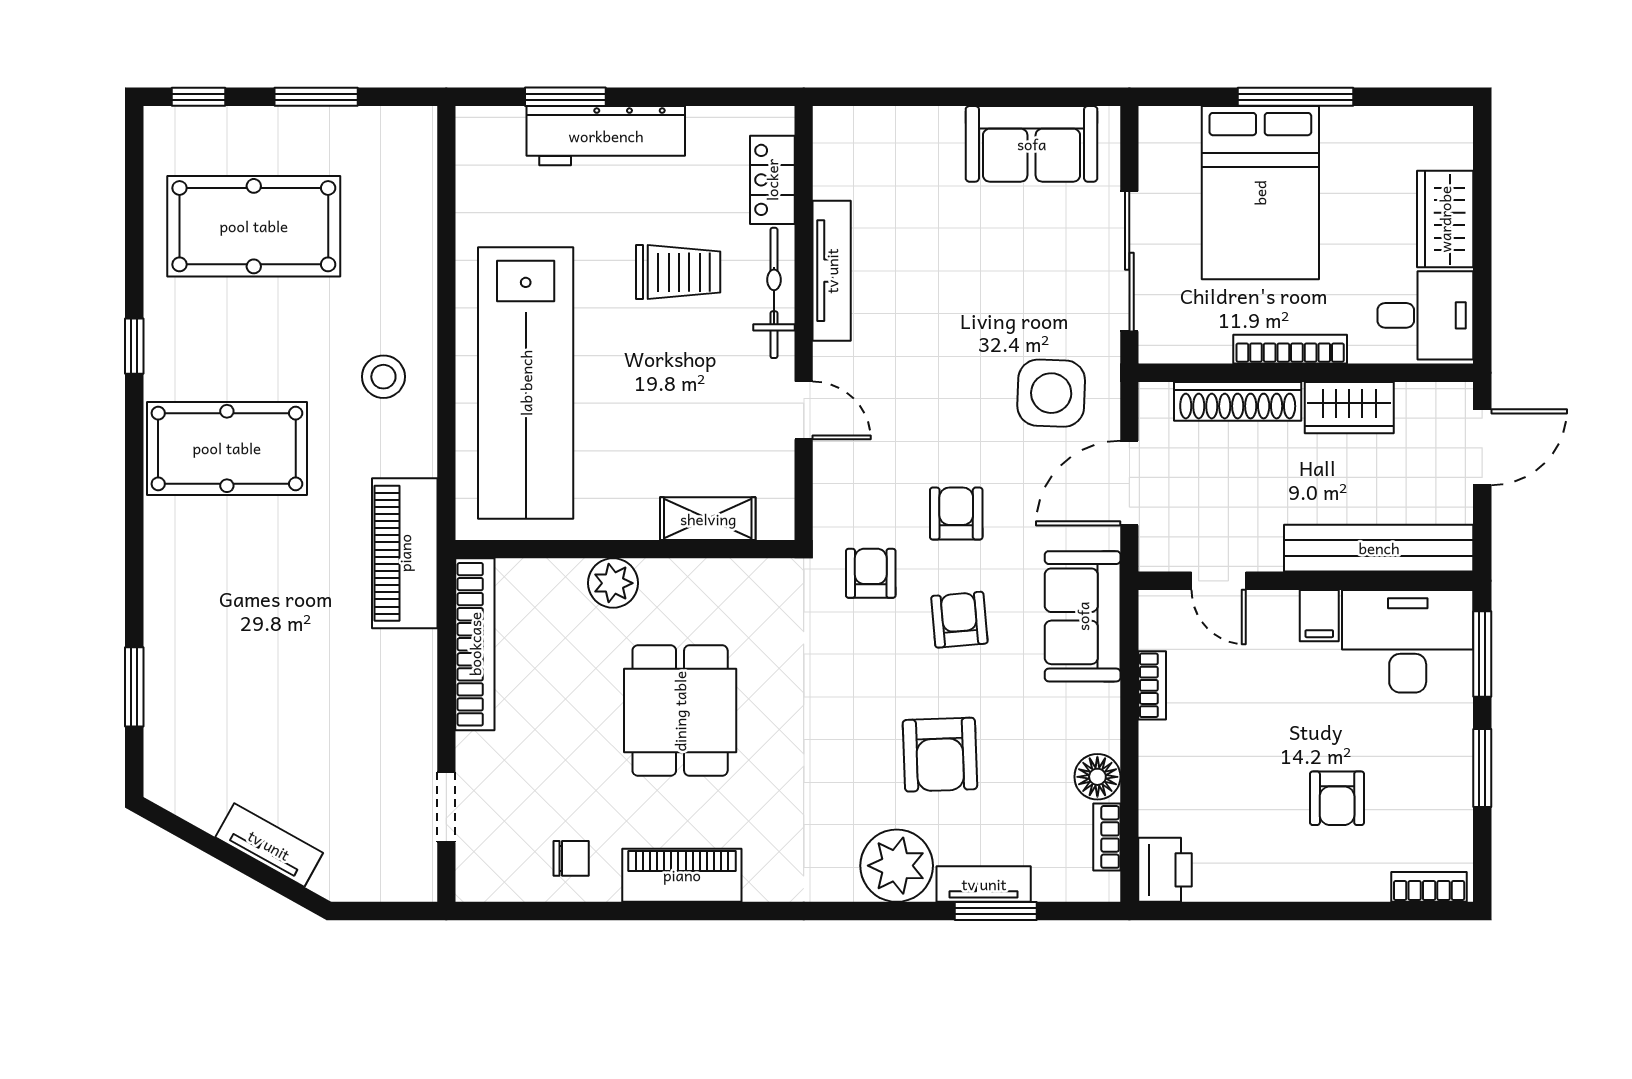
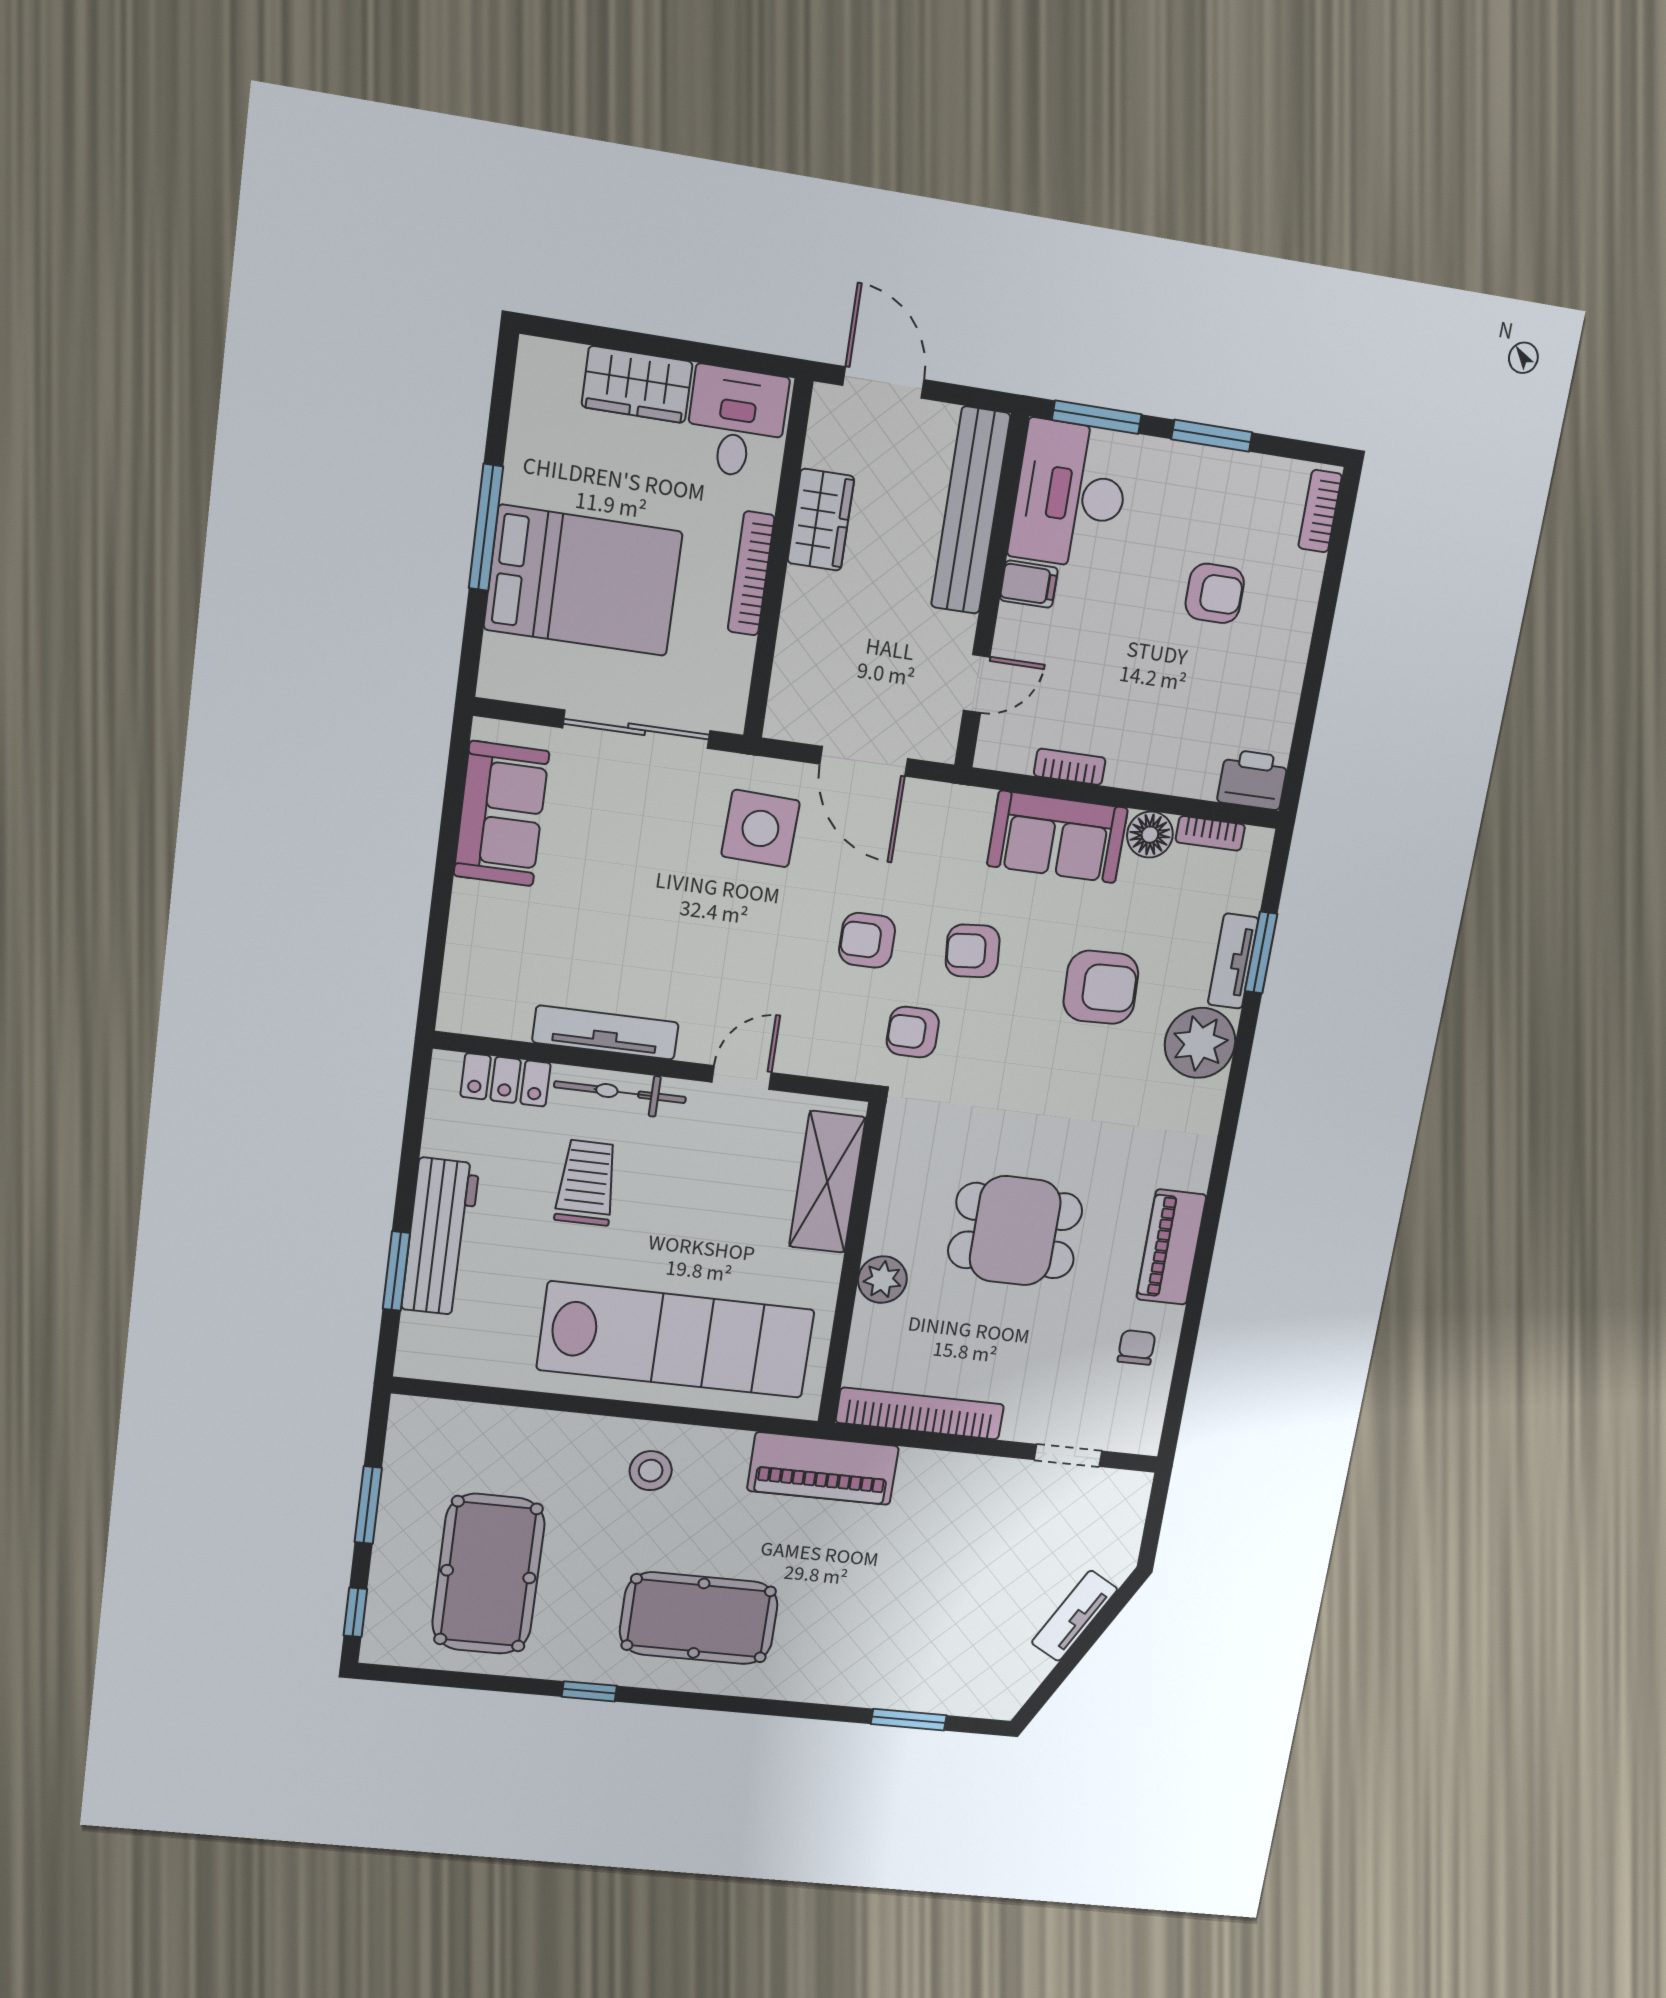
shoe rack: (1238, 401) -> (797, 637), removed
pool table: (227, 448) -> (699, 1618), turned 90
shelving: (708, 519) -> (827, 1182), width x1.50, depth x1.33
sofa: (1083, 616) -> (1057, 837), moved

